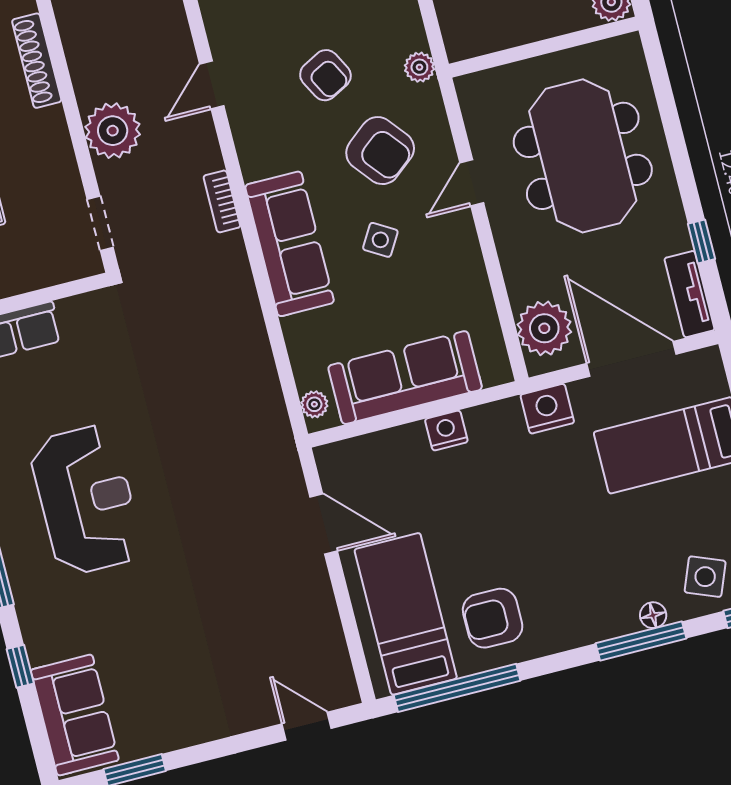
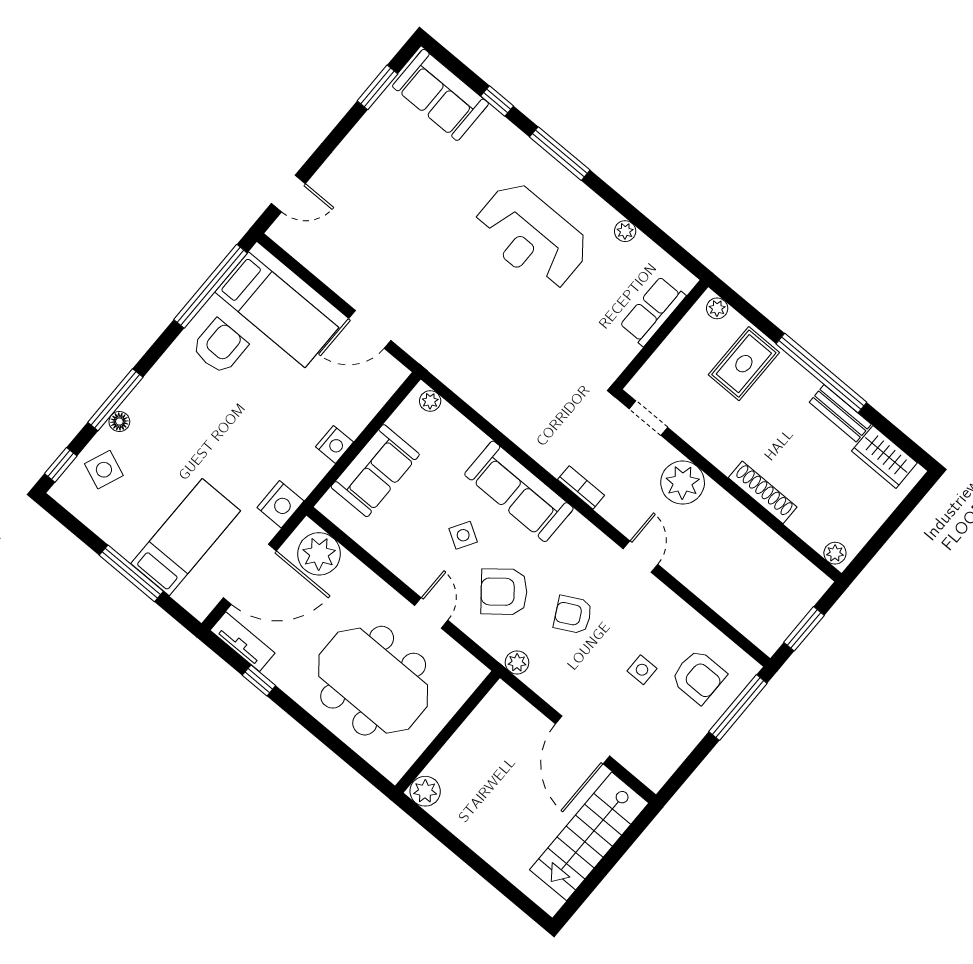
sofa: (405, 378) -> (375, 471), width x0.73

